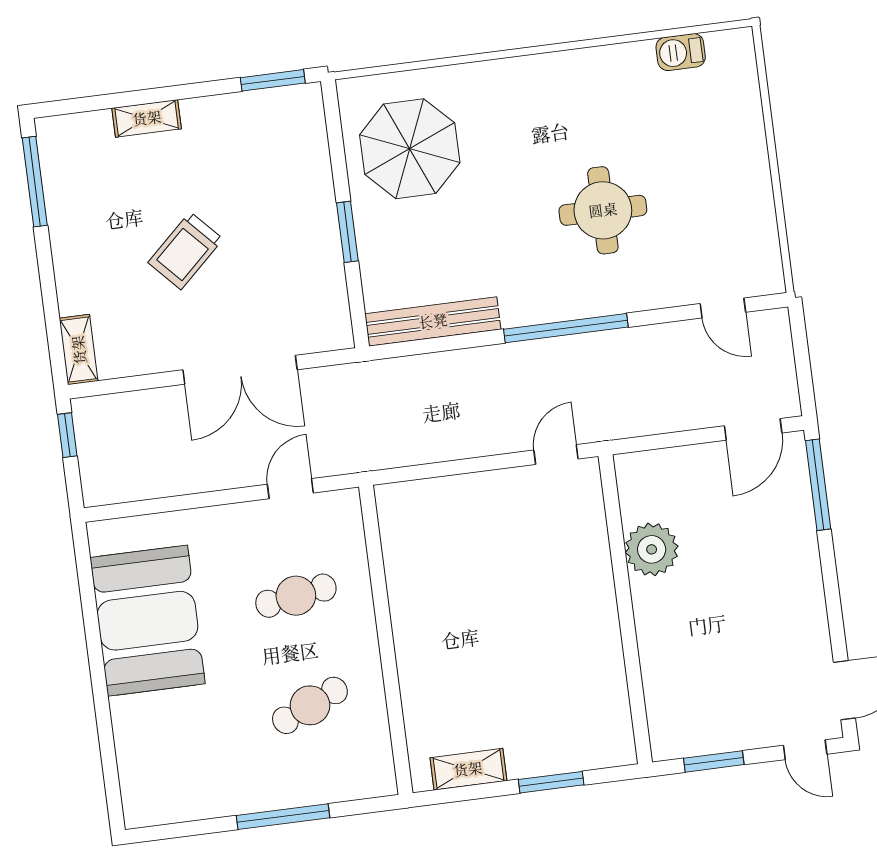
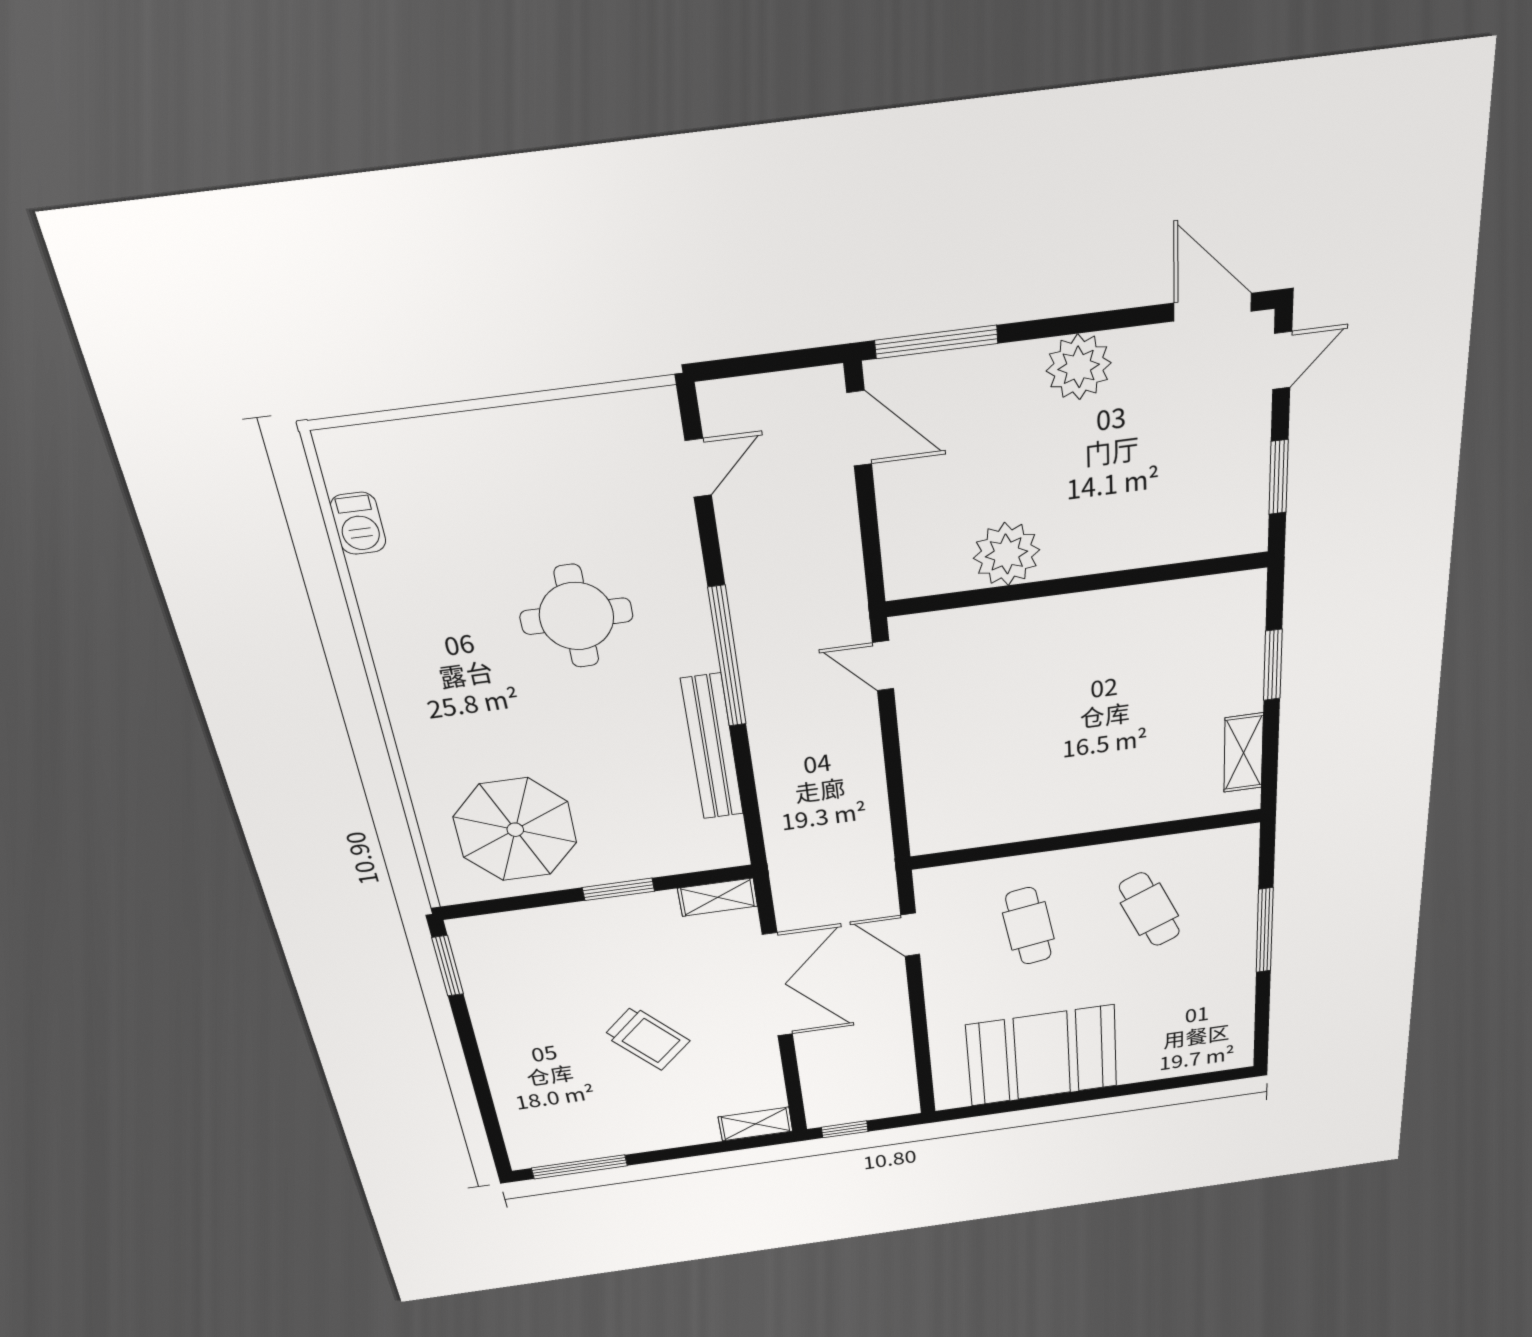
shelving: (147, 118) -> (718, 897), moved, turned 90
bench: (433, 321) -> (712, 747), moved
plant: (800, 593) -> (1079, 367), added

